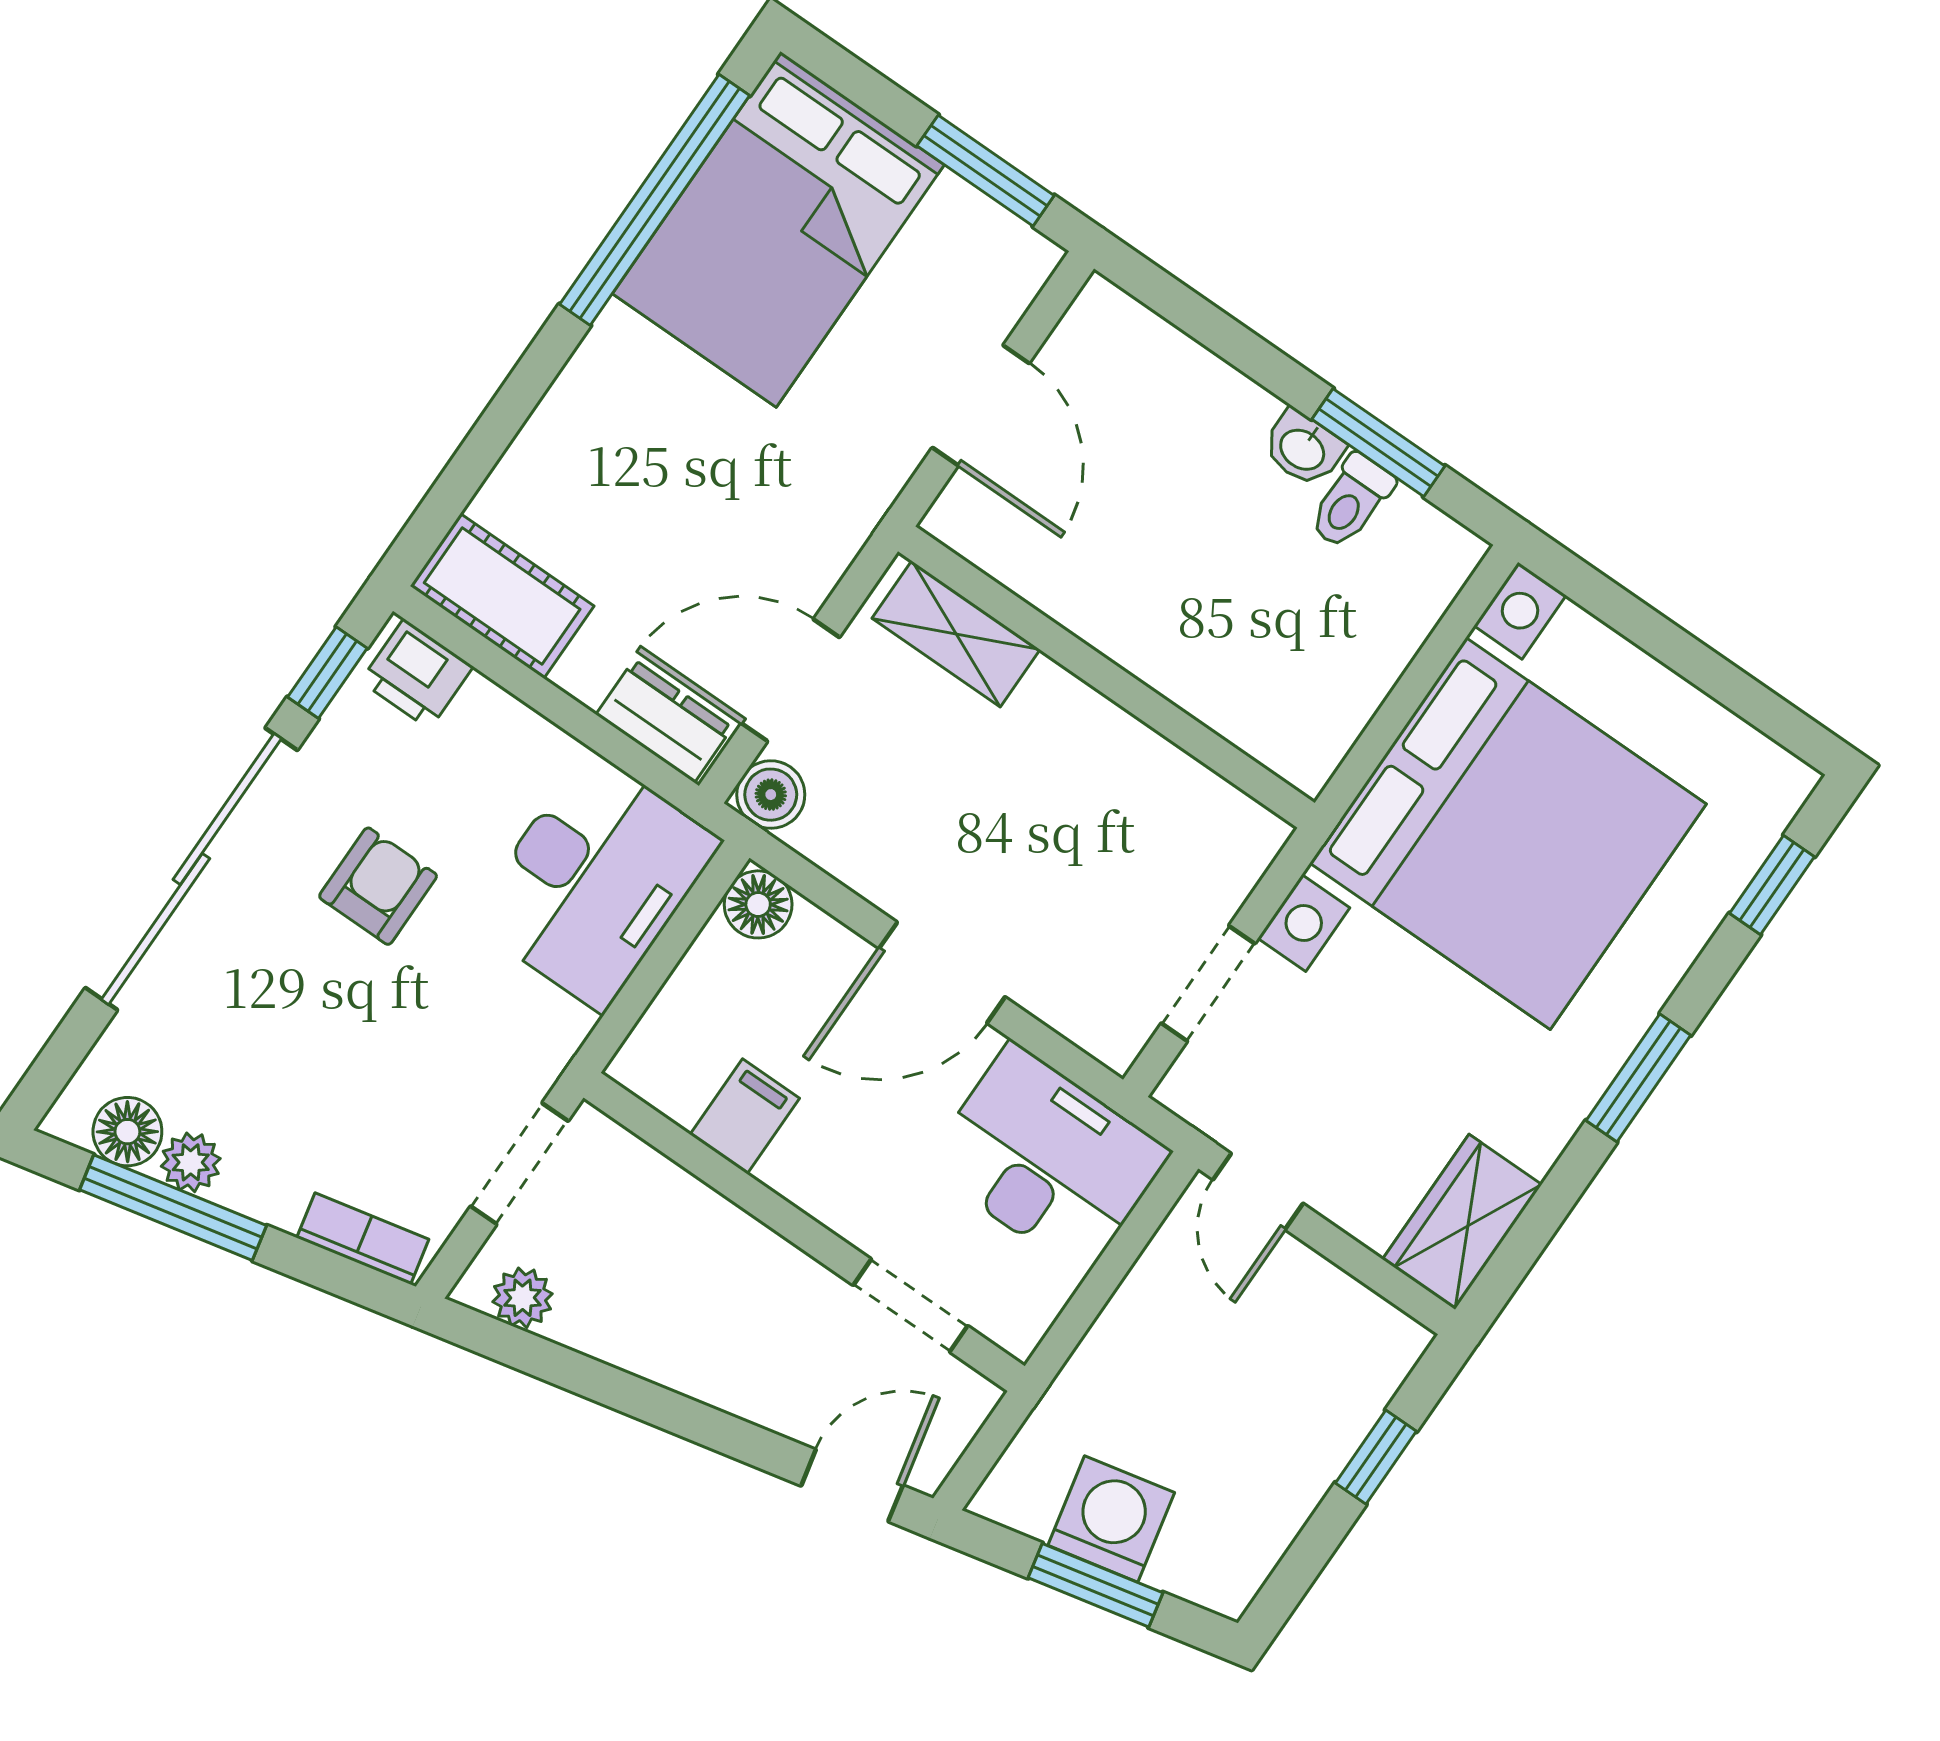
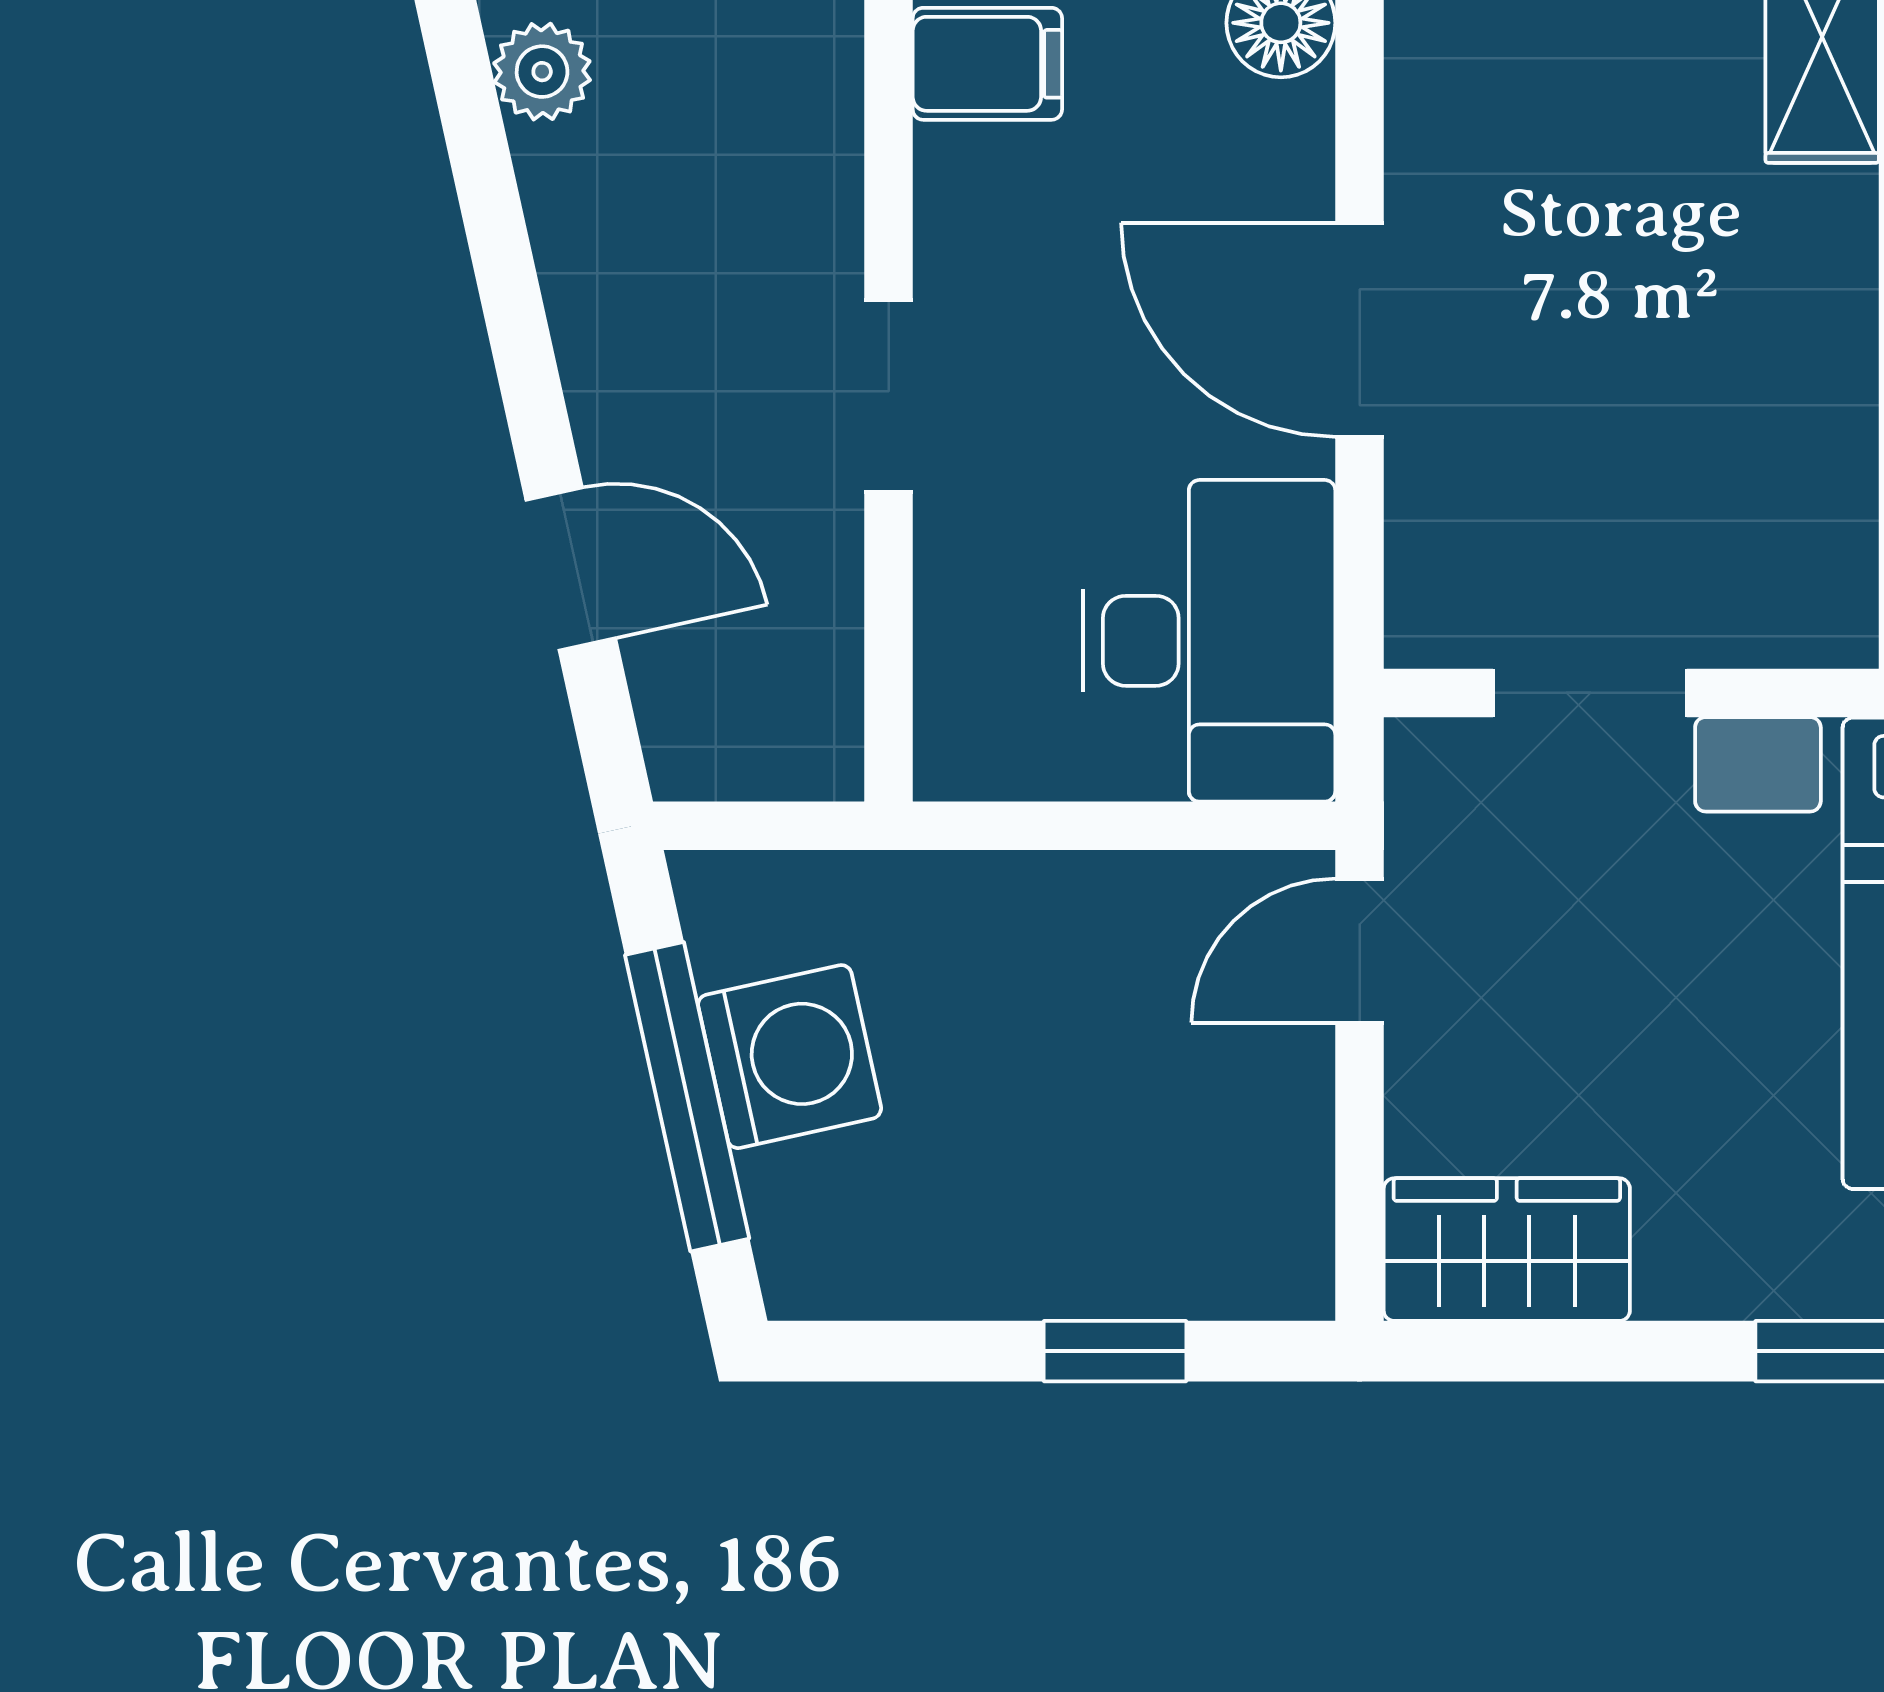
filing cabinet: (745, 1116) -> (987, 64), moved
doorway: (911, 1306) -> (889, 396), moved
door: (852, 1486) -> (571, 569), moved
window: (1096, 1585) -> (687, 1097), width x1.44

